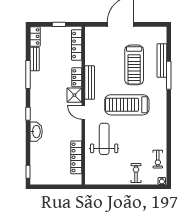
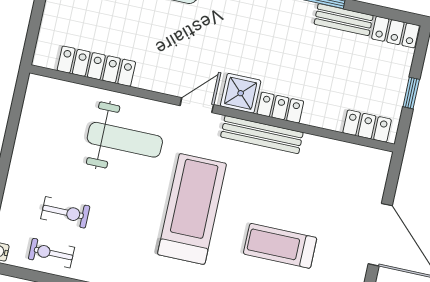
locker: (77, 45) -> (367, 126), width x0.66
treadmill: (134, 65) -> (280, 246), width x0.73, depth x0.73
exercise bike: (136, 173) -> (65, 212), moved

